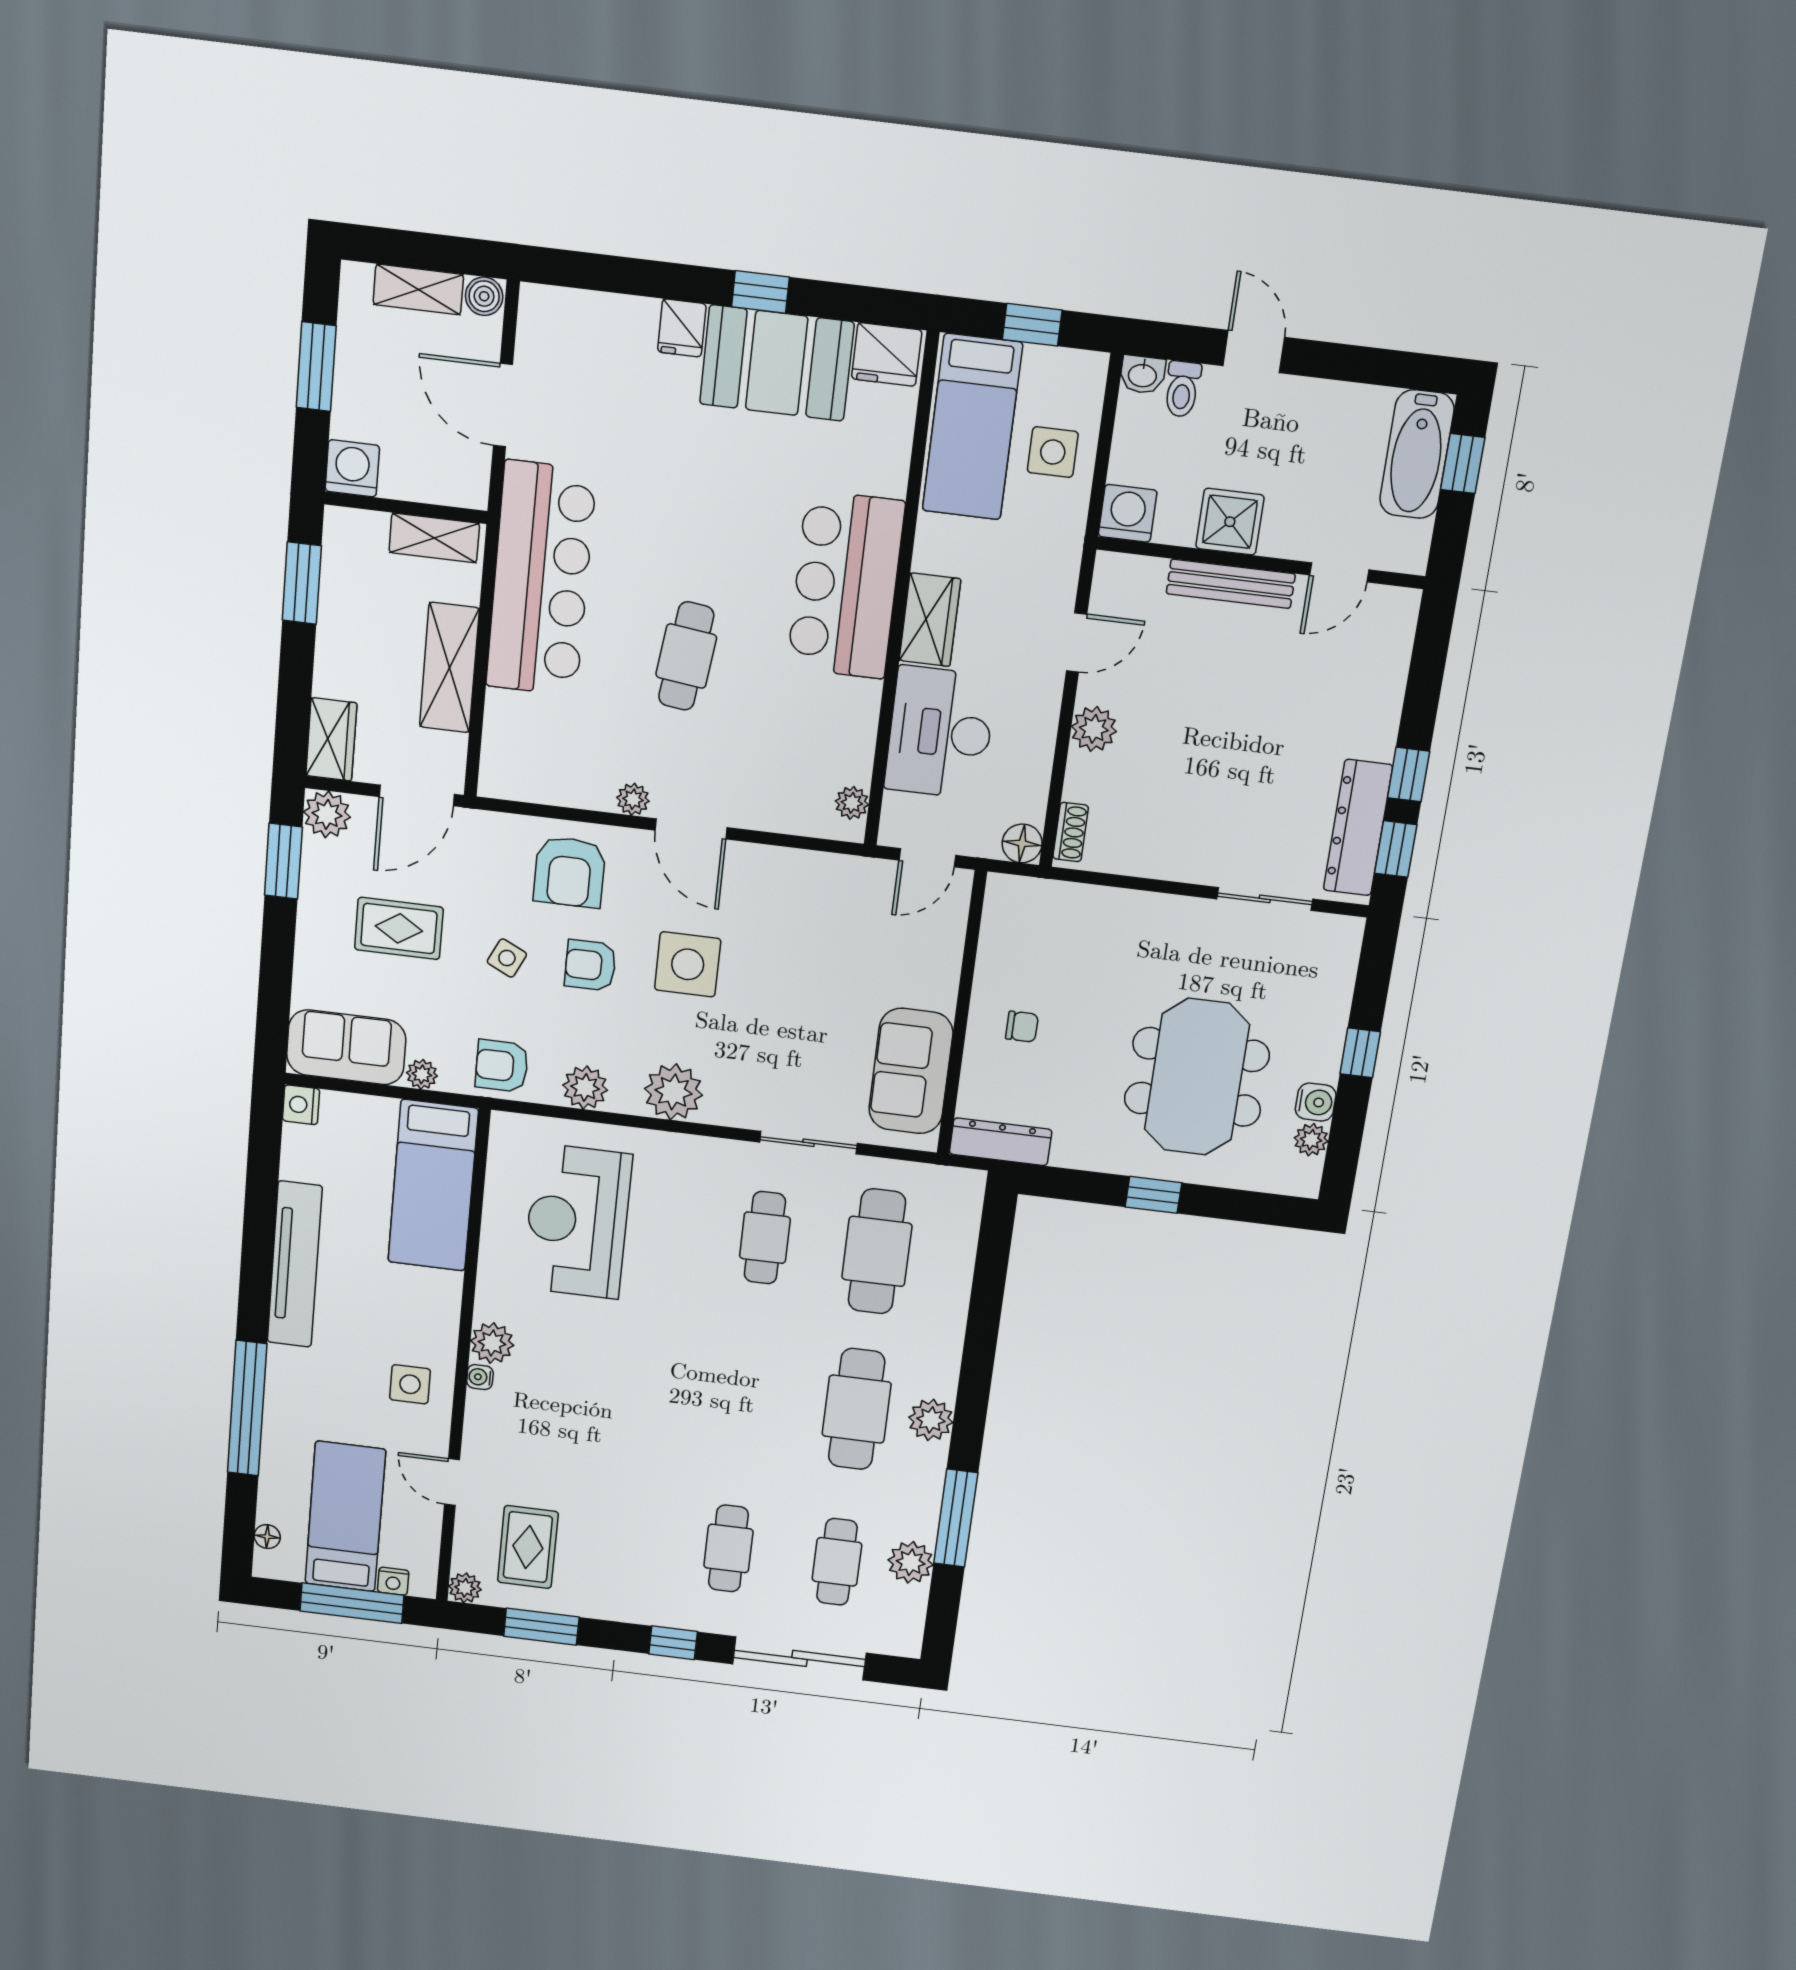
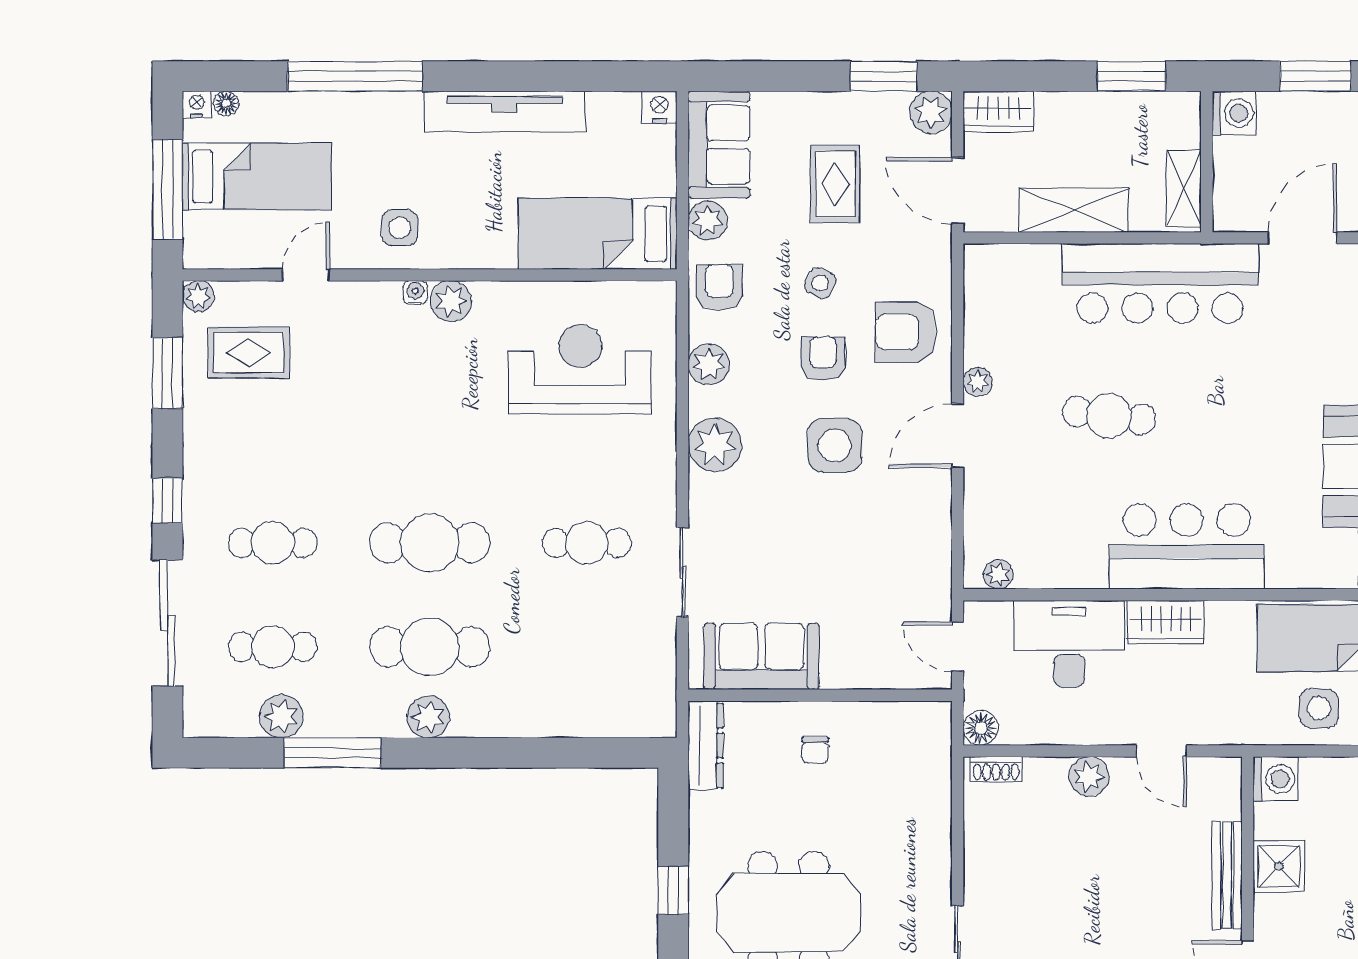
plant: (422, 1074) -> (708, 221), width x1.38, depth x1.38
cafe table: (877, 1251) -> (430, 543), moved
nightstand: (393, 1581) -> (197, 104), moved, turned 90

